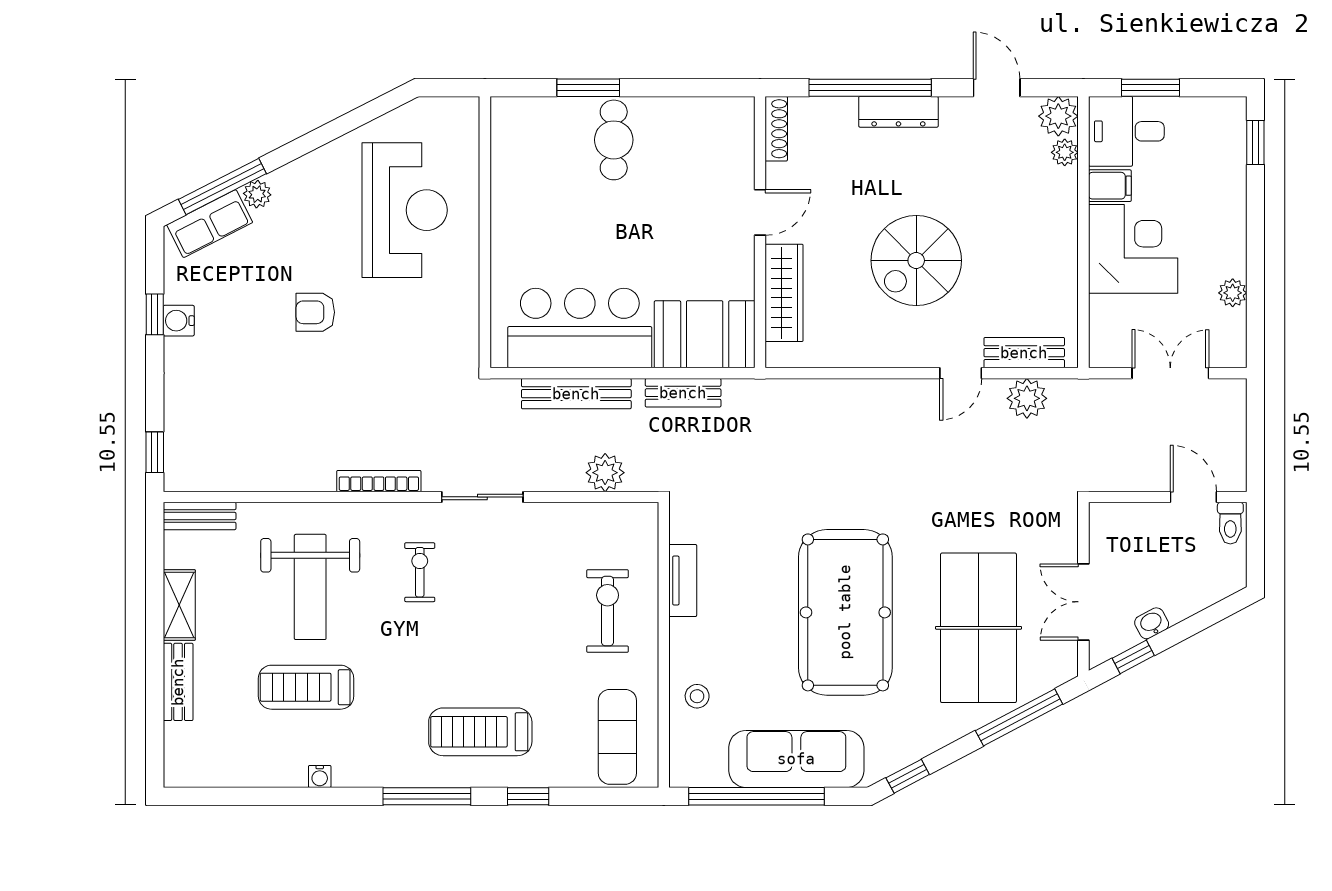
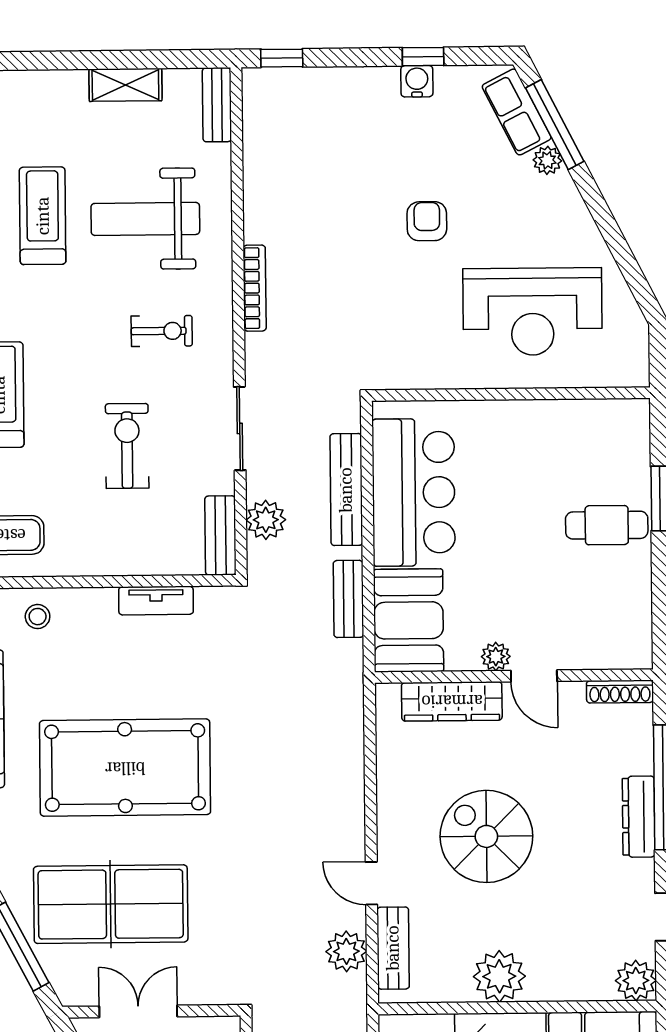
plant: (1065, 152) -> (499, 976), moved, width x1.88, depth x1.88
plant: (741, 249) -> (496, 657), added
sliding door: (482, 497) -> (240, 428), moved
exercise bike: (608, 611) -> (127, 446), moved, turned -90
bench: (178, 682) -> (220, 535), moved, turned 90

